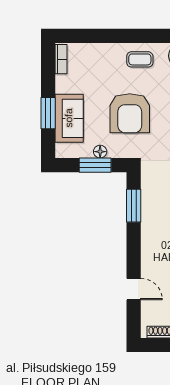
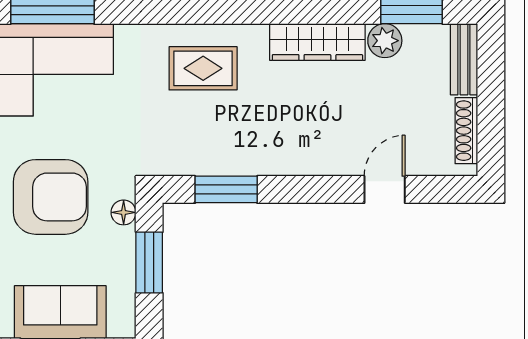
floor lamp: (100, 152) -> (124, 212), moved

